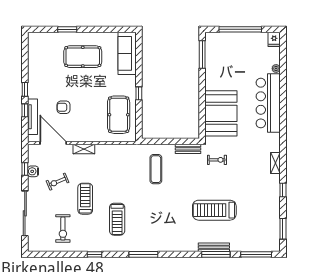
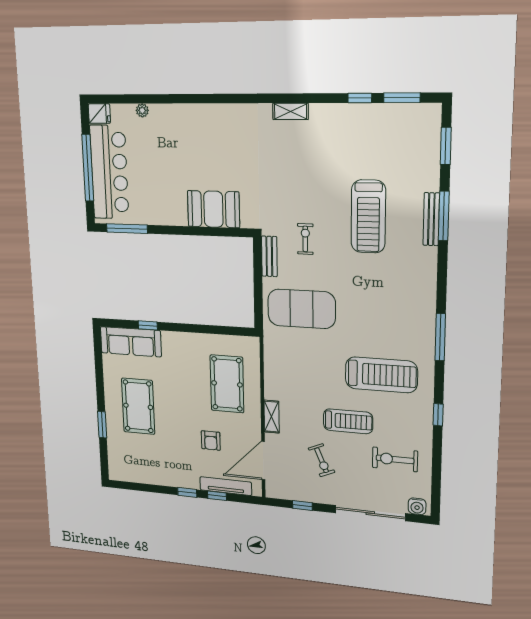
window: (139, 93) -> (148, 325), moved
bar counter: (268, 103) -> (109, 172), moved, turned -90
booth: (221, 113) -> (213, 209), width x0.73, depth x0.70
pool table: (119, 115) -> (227, 384), moved, turned 90
exercise bike: (217, 160) -> (305, 239), moved
exercise mat: (156, 169) -> (302, 309), width x2.00, depth x1.45
water cooler: (33, 171) -> (417, 506), moved
window: (283, 190) -> (360, 98), moved
treadmill: (85, 199) -> (348, 421), turned 180
treadmill: (117, 219) -> (381, 375), width x1.37, depth x1.38
exercise bike: (63, 229) -> (395, 459), turned 180
window: (256, 254) -> (446, 146), width x0.69

